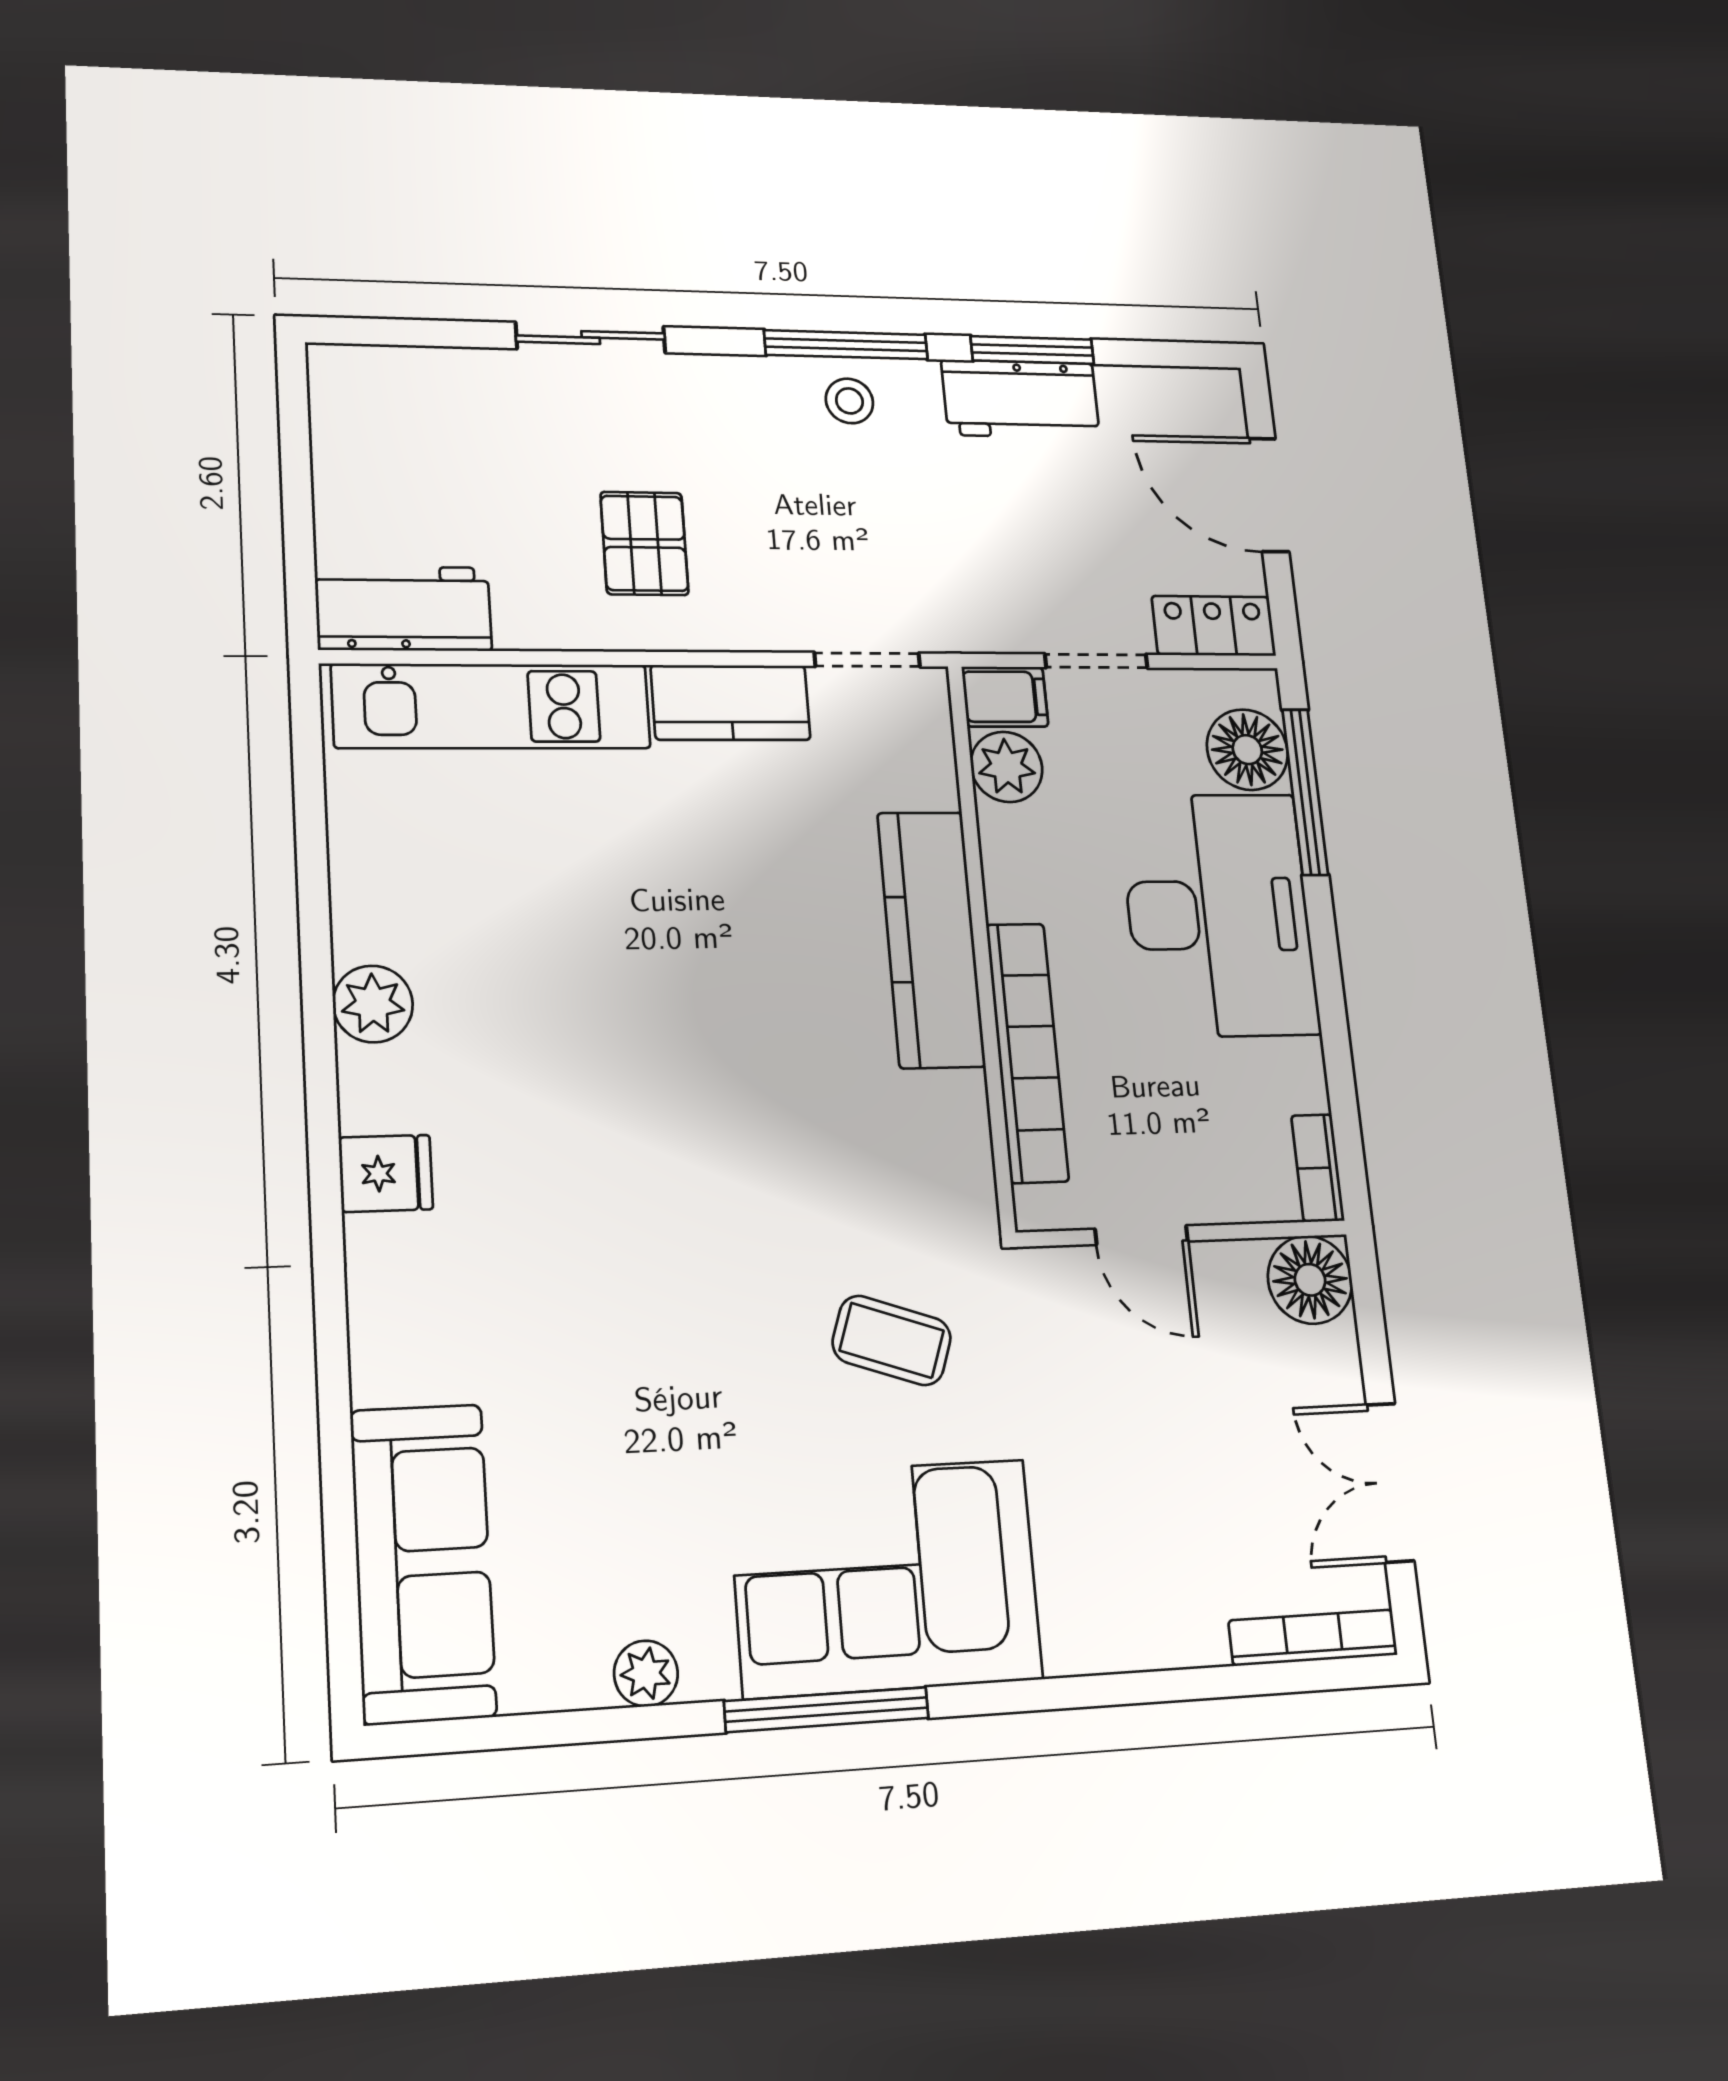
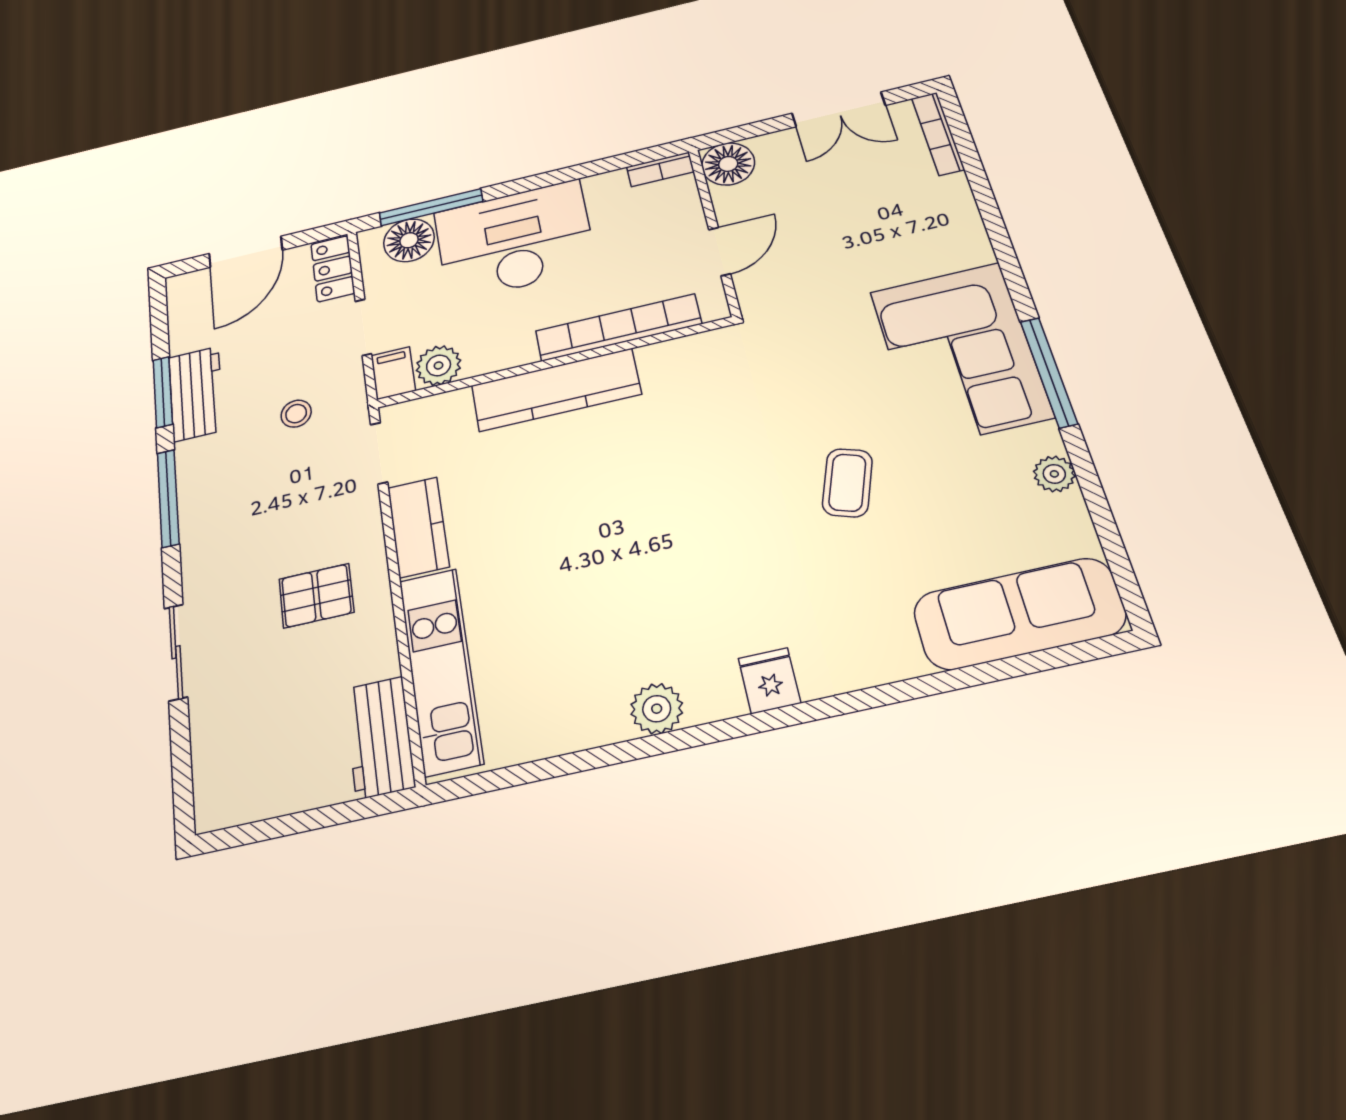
stool: (849, 401) -> (296, 414), moved
coffee table: (892, 1340) -> (847, 483), moved

